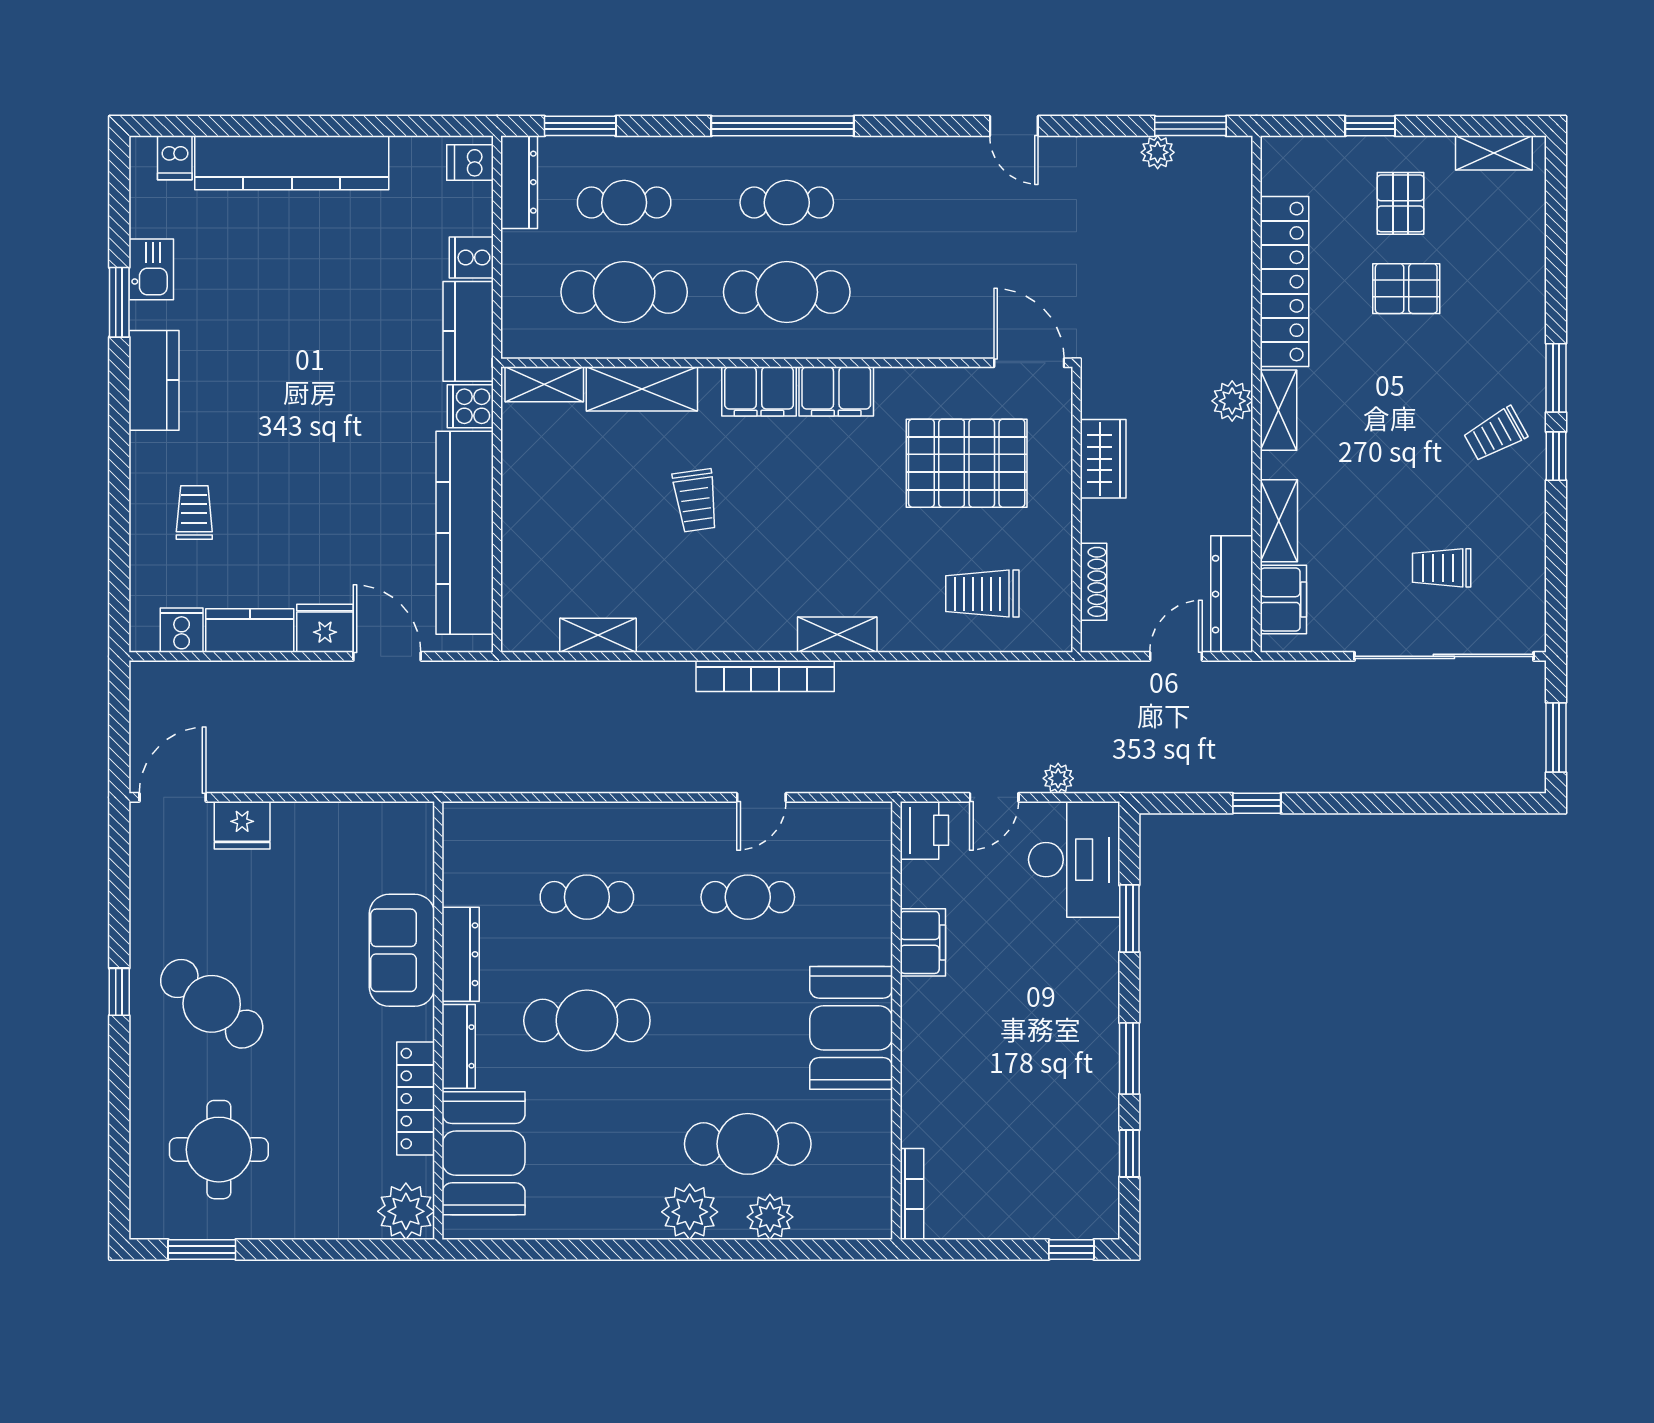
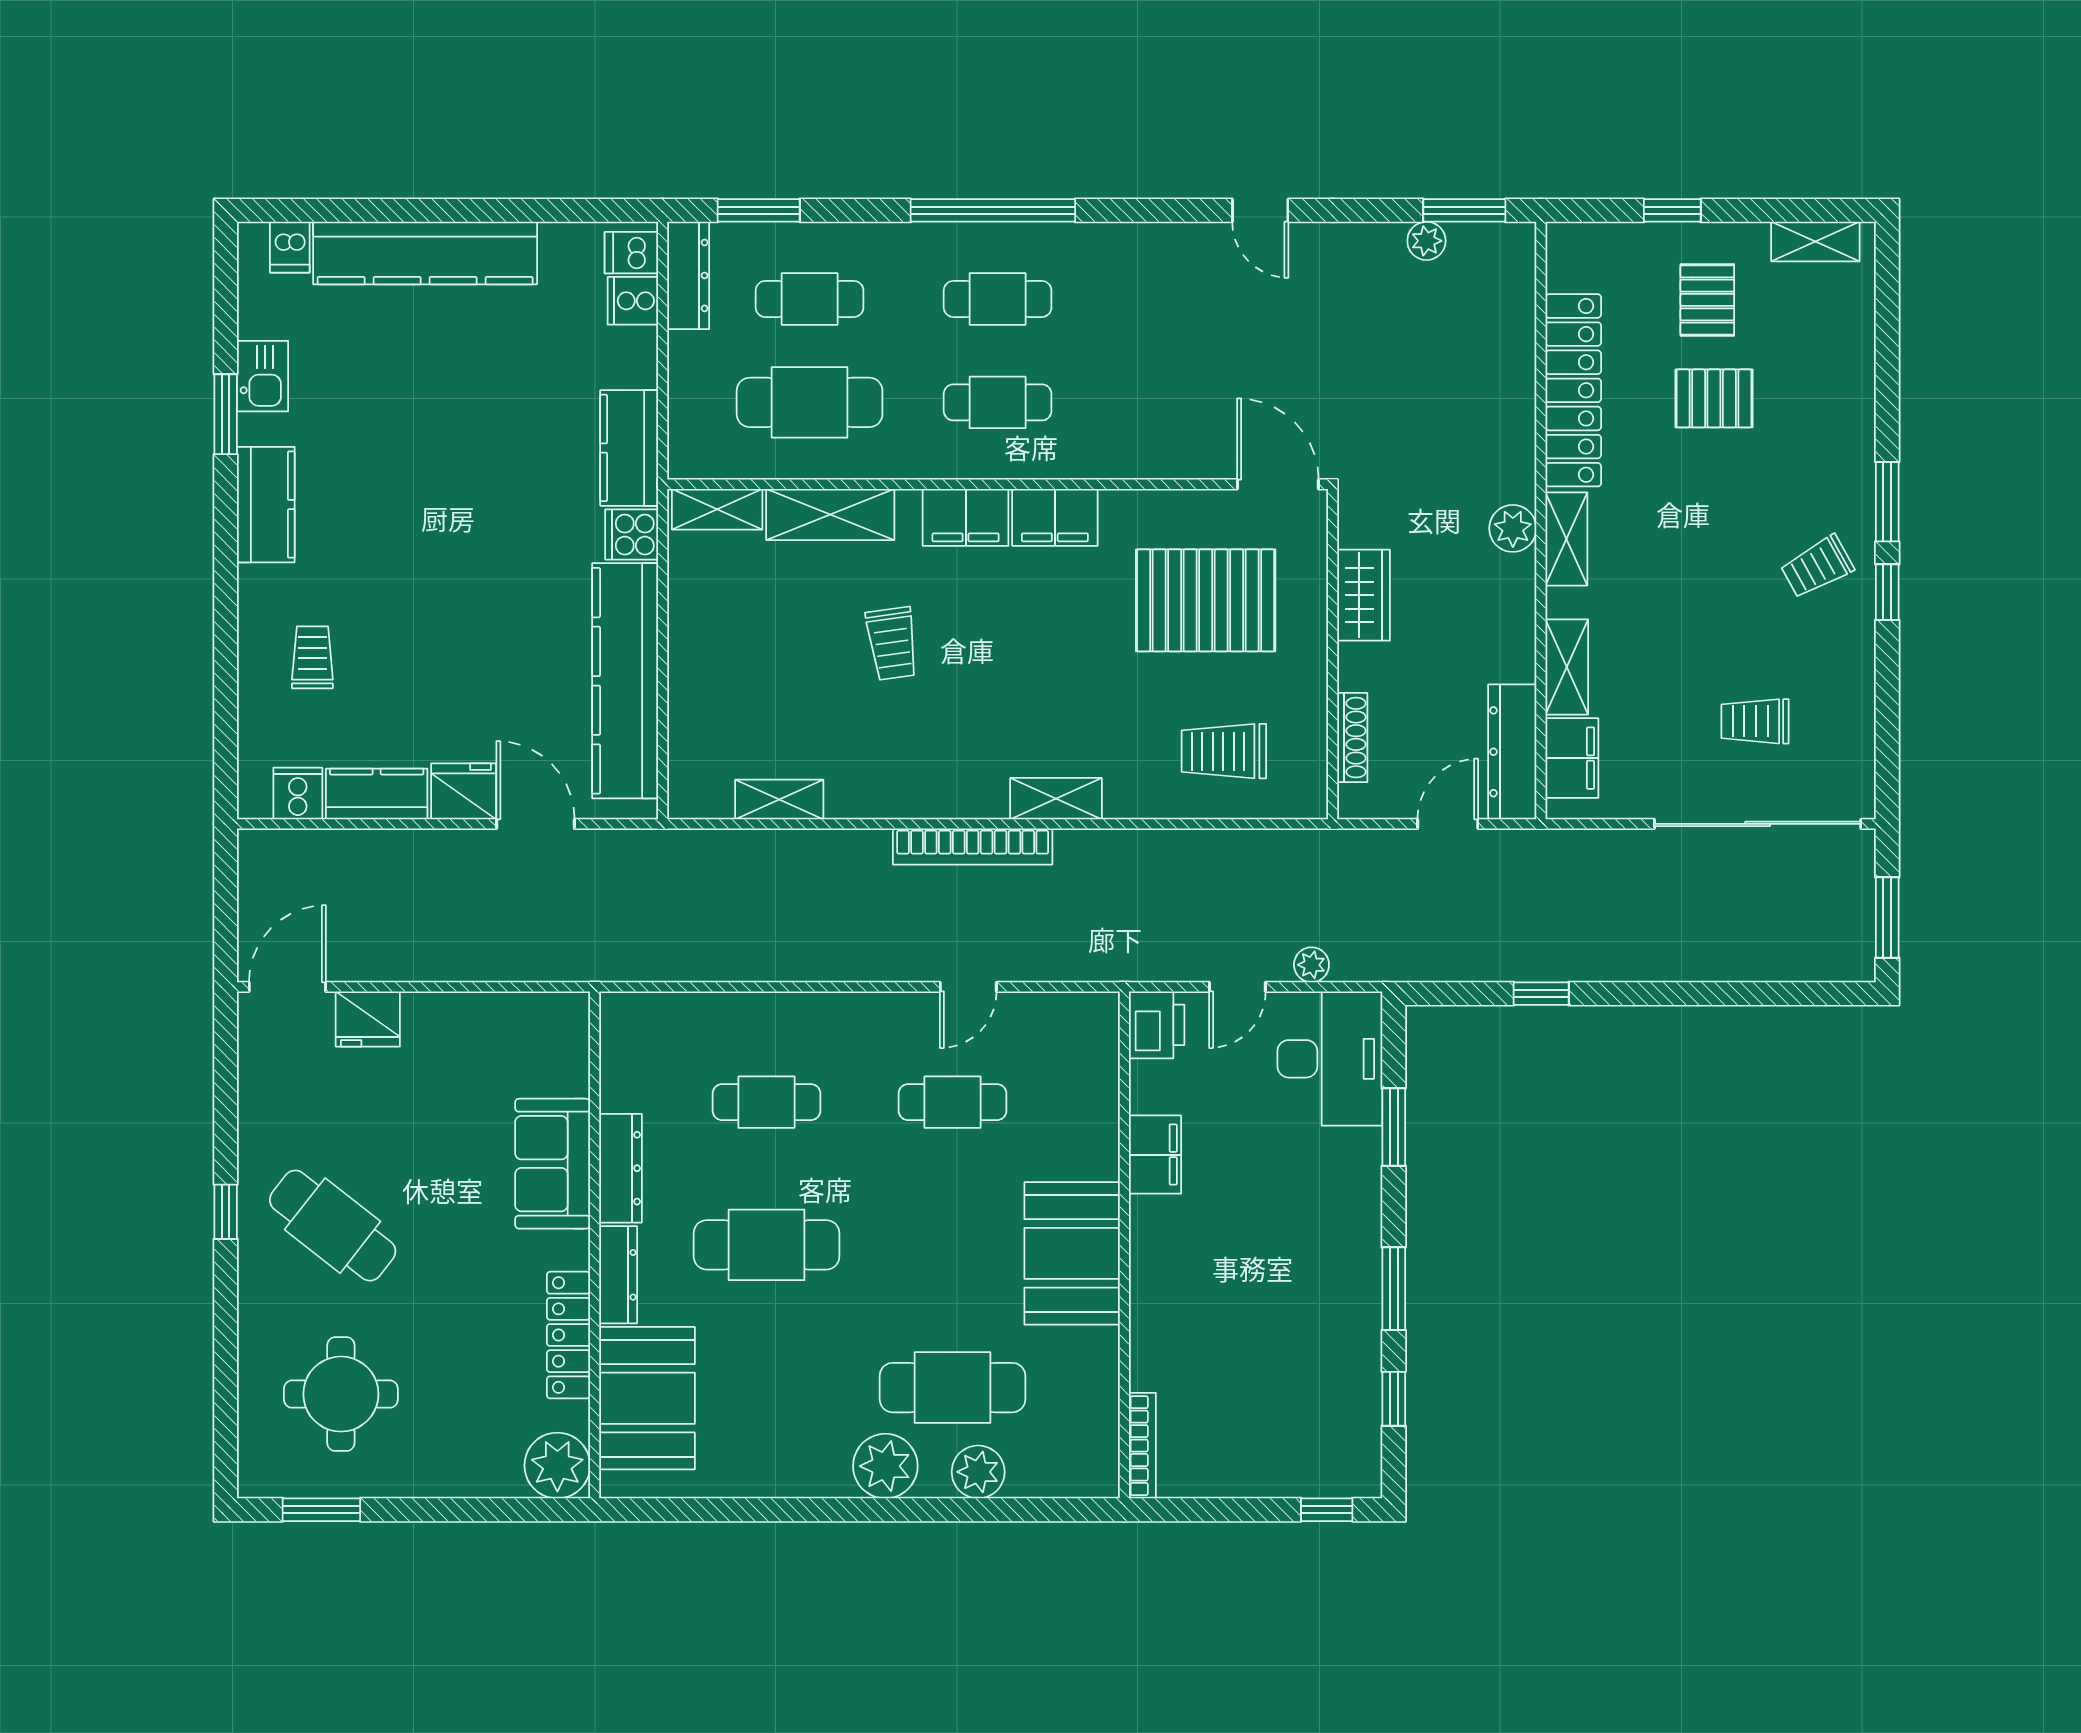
cooker: (471, 258) -> (633, 301), moved
cafe table: (787, 292) -> (998, 402), width x0.73, depth x0.74

